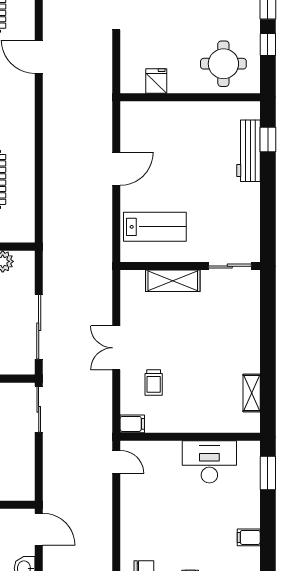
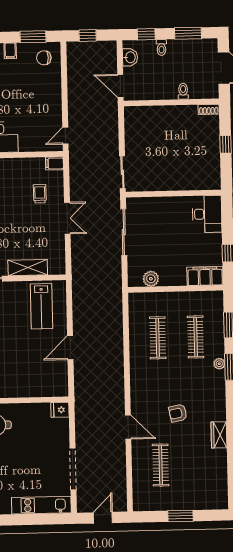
fridge: (156, 81) -> (60, 410), moved, turned 90
lab bench: (155, 227) -> (41, 306), turned -90
door: (116, 462) -> (65, 136), hinge flipped

